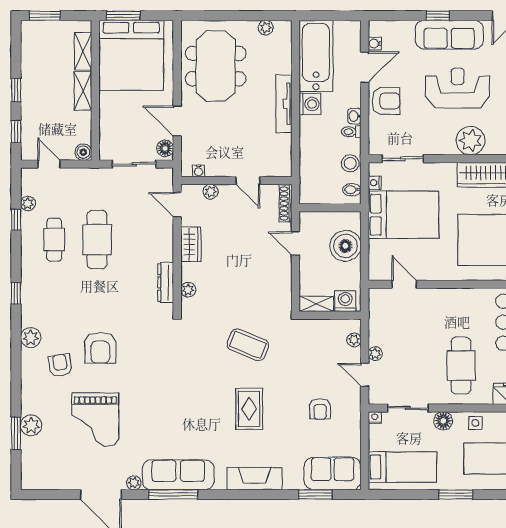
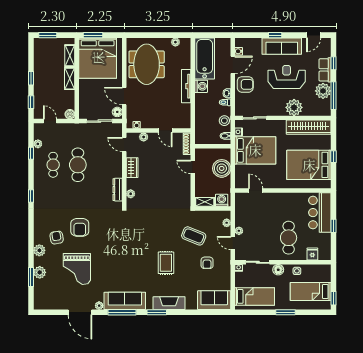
plant: (31, 337) -> (39, 250), moved
coffee table: (248, 345) -> (194, 236), moved
window: (315, 494) -> (157, 312), moved

